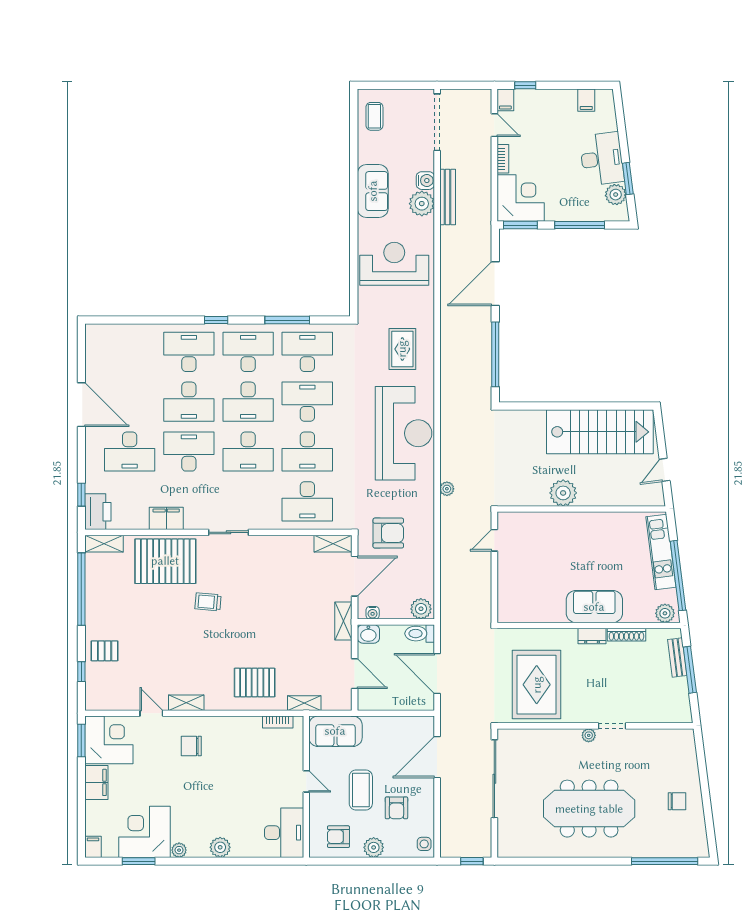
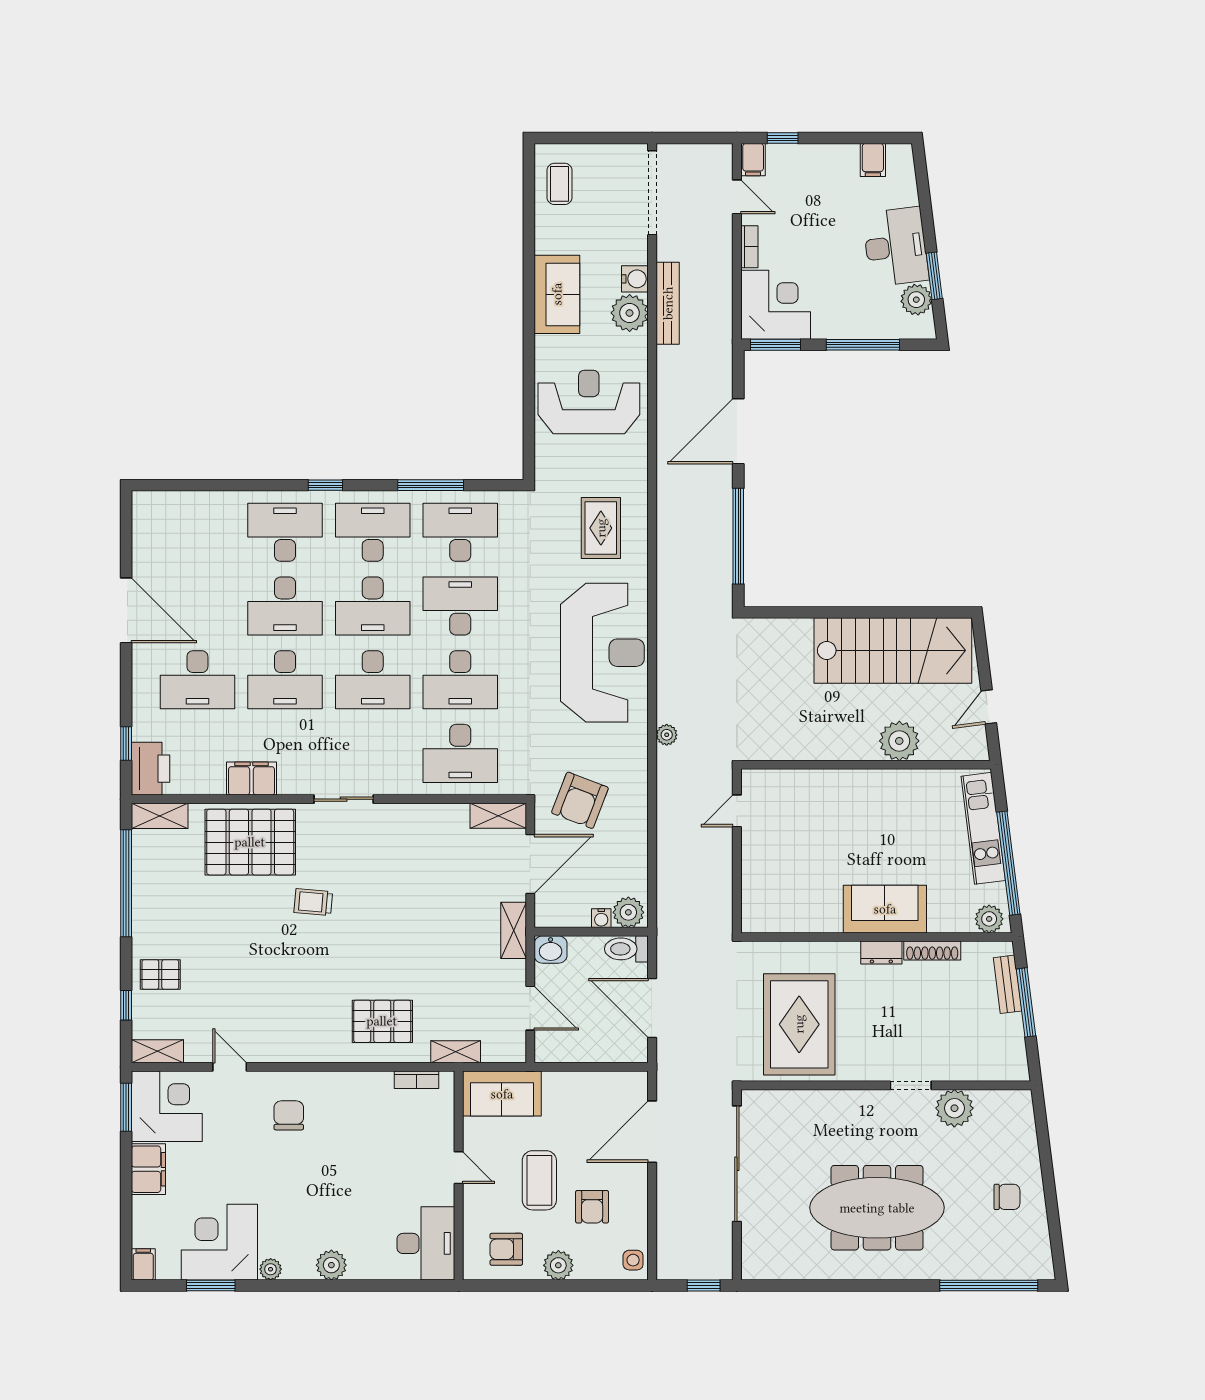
desk: (189, 452) -> (285, 680), turned 180
plant: (563, 493) -> (899, 741), moved
armchair: (388, 533) -> (580, 800), turned 111
water cooler: (373, 613) -> (601, 918), moved
shelving: (186, 703) -> (157, 1051), moved
plant: (589, 735) -> (954, 1108), moved, width x1.88, depth x1.88
chair: (191, 746) -> (289, 1115), turned 90

